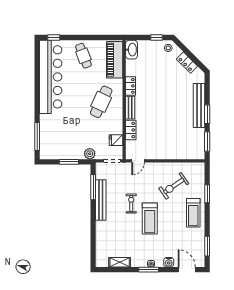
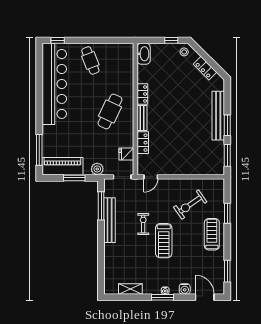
piano: (115, 60) -> (62, 166), moved, turned 90
treadmill: (193, 213) -> (212, 234), turned 180

